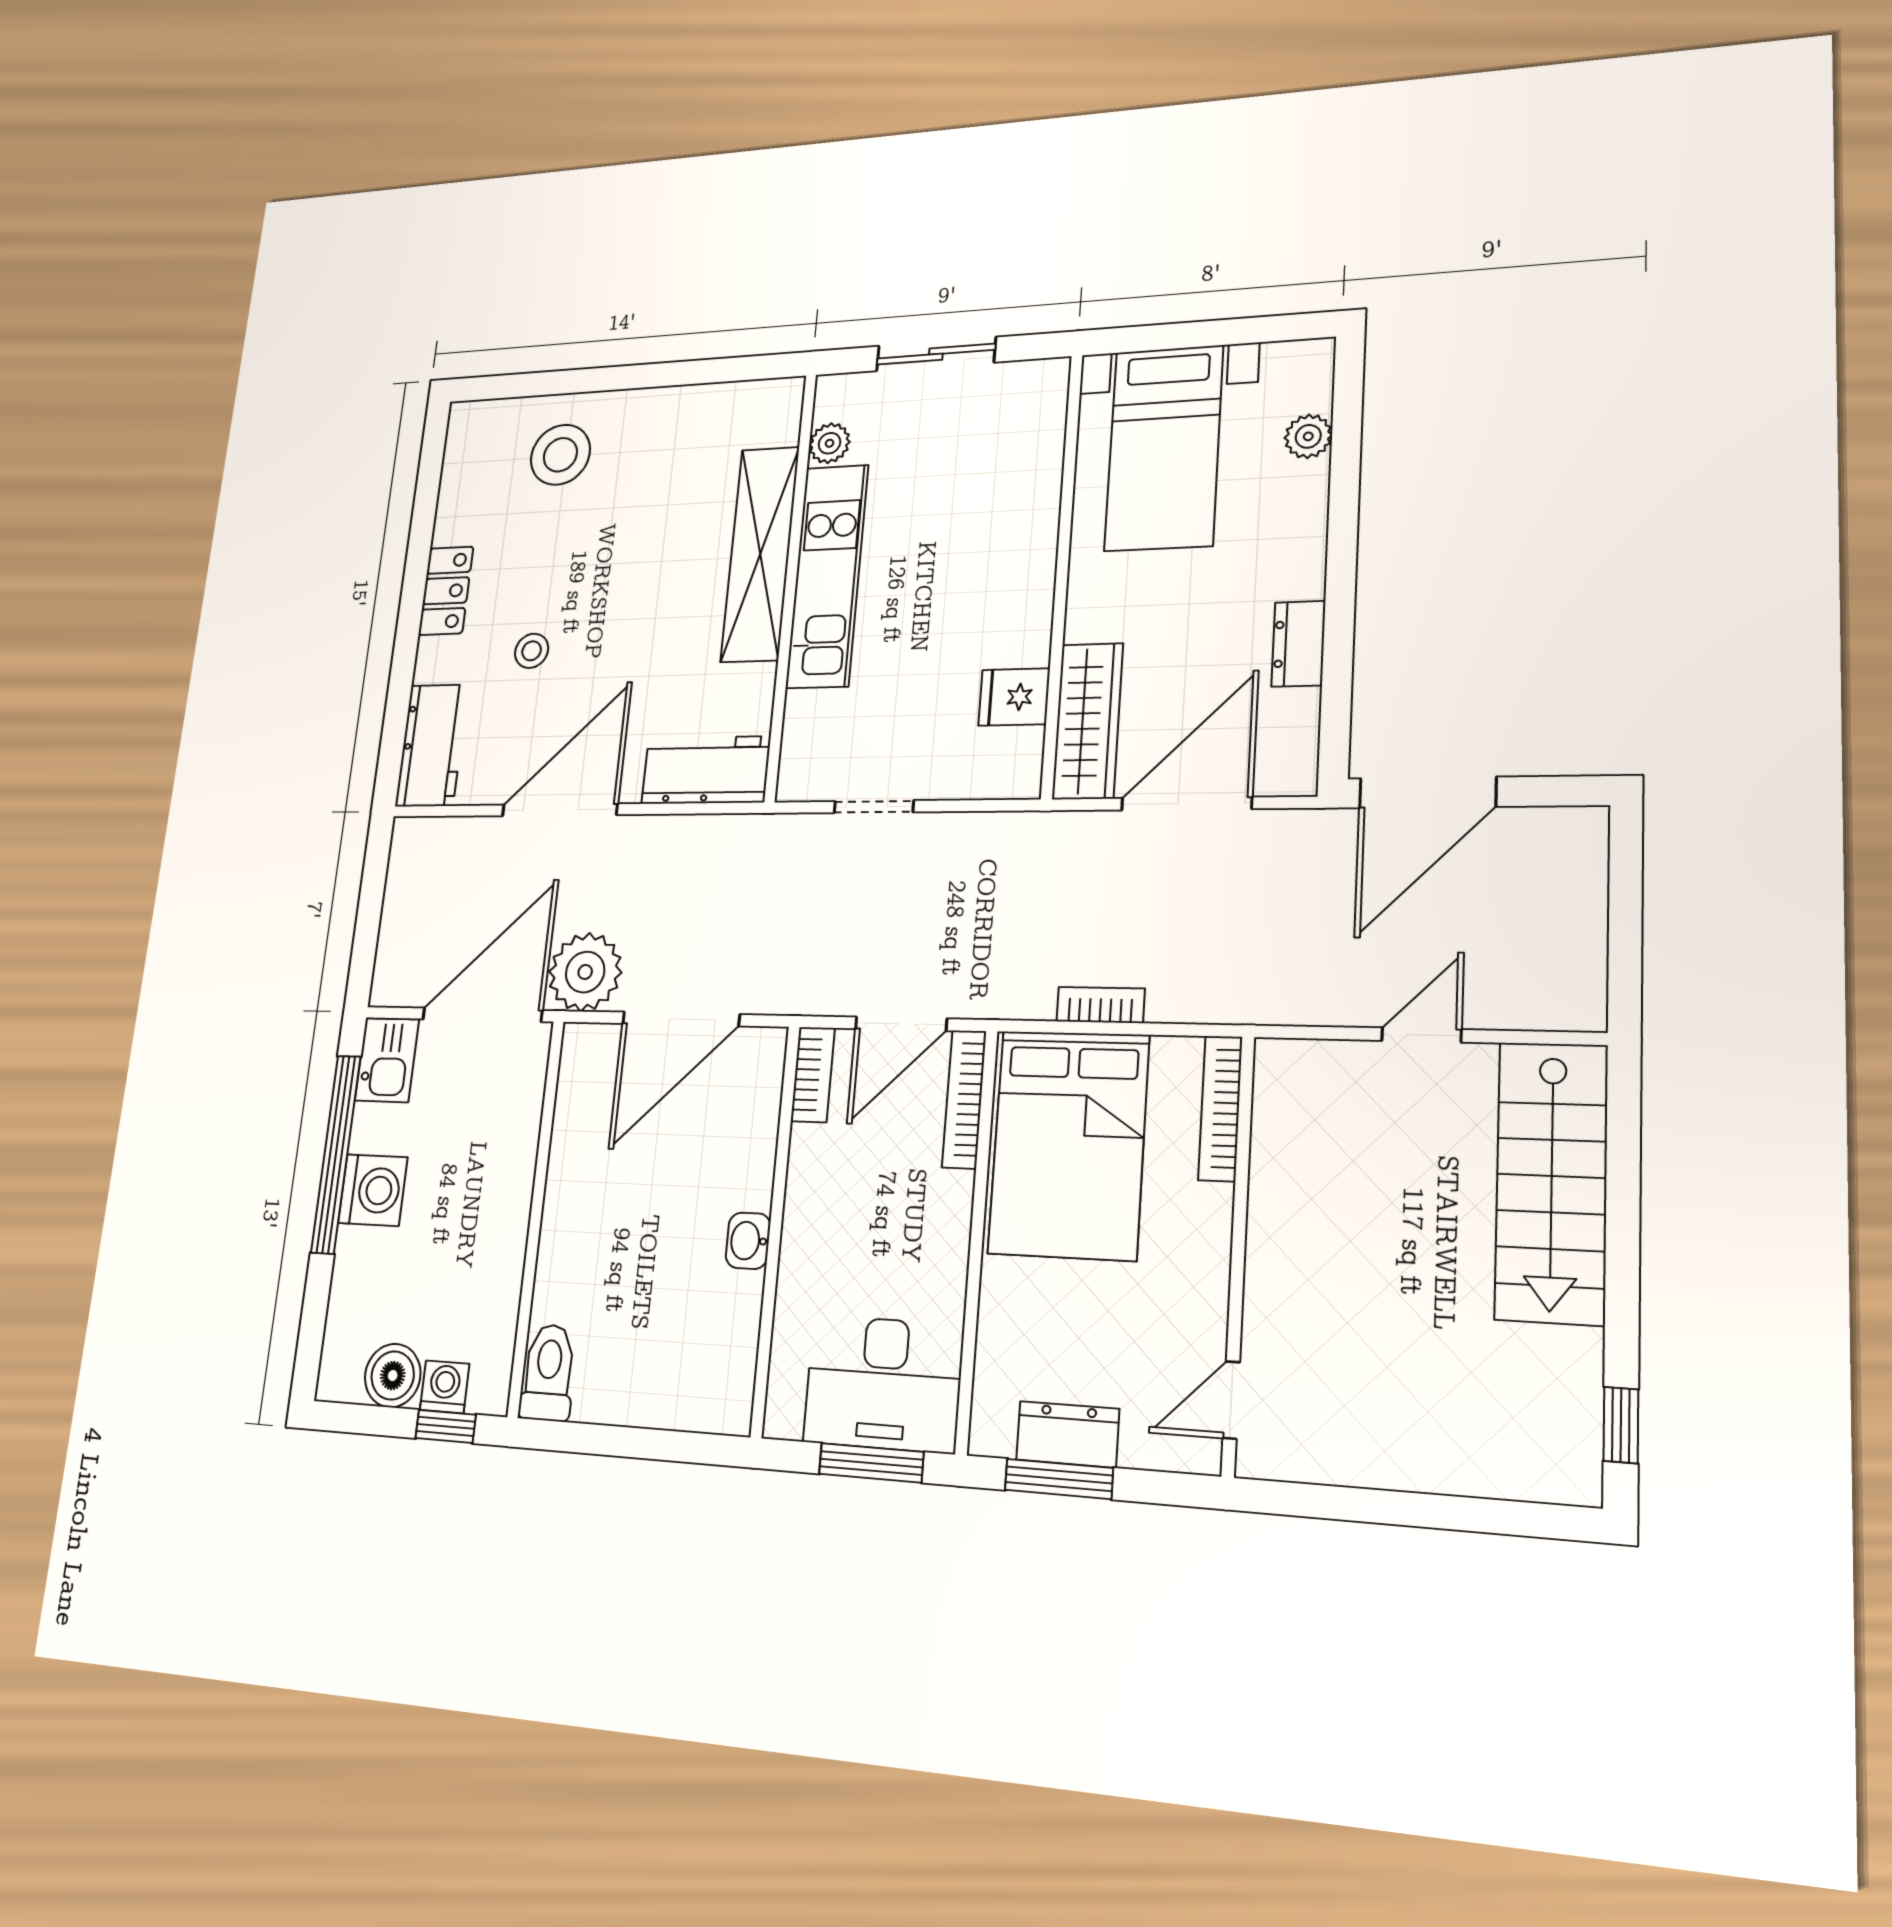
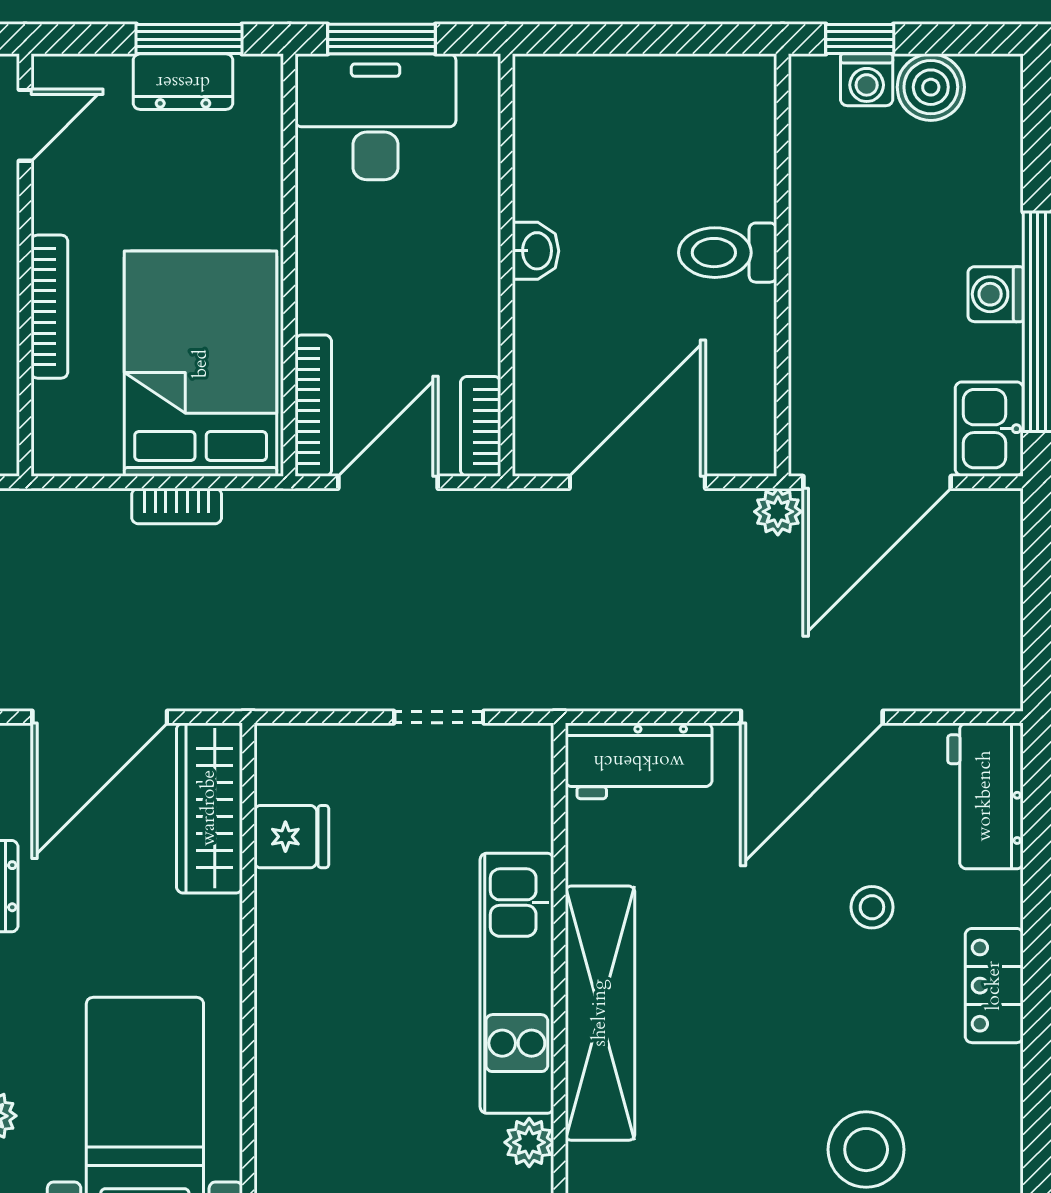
plant: (585, 972) -> (778, 512), width x0.53, depth x0.53
bookcase: (1220, 1108) -> (49, 307), moved
washing machine: (373, 1190) -> (996, 294), width x0.73, depth x0.73
toilet: (548, 1373) -> (728, 253), moved, turned 90

